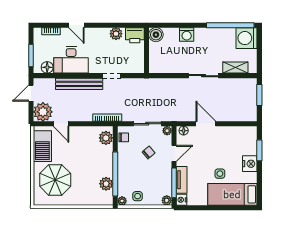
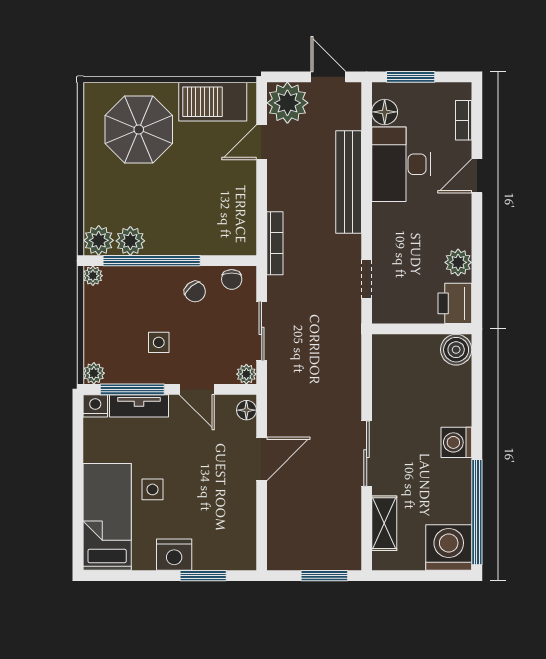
washing machine: (187, 35) -> (456, 442), moved
doorway: (112, 76) -> (367, 279), moved
plant: (106, 138) -> (99, 240), moved
chair: (149, 152) -> (195, 292), moved
side table: (138, 196) -> (159, 342), moved

